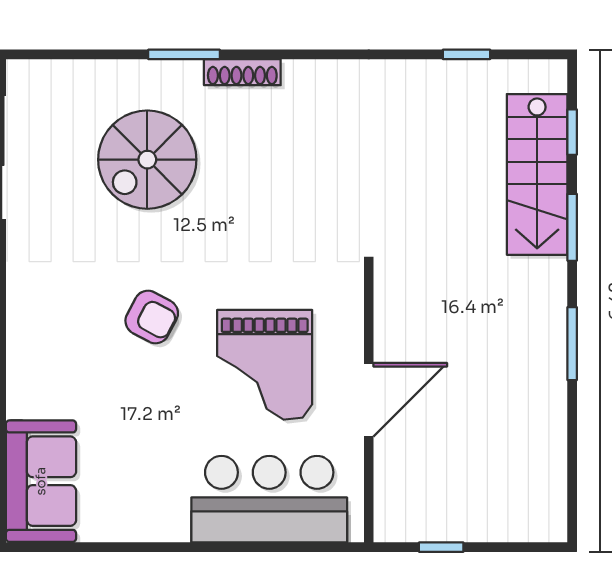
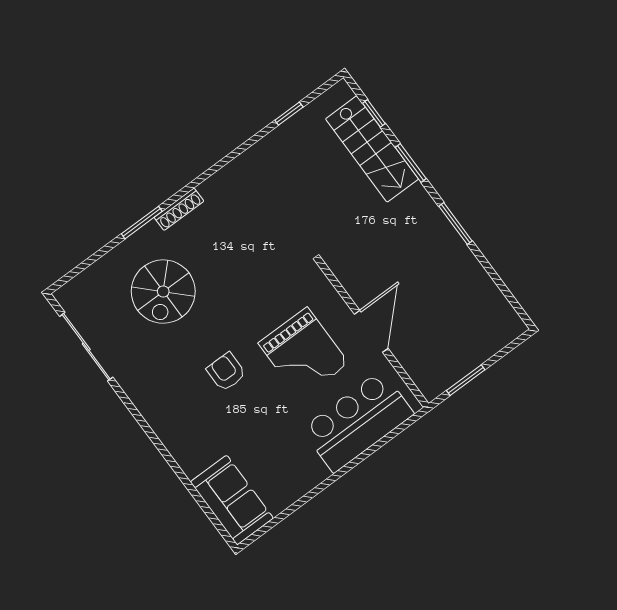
armchair: (152, 317) -> (226, 372), turned -118
window: (441, 547) -> (466, 380), width x1.50

